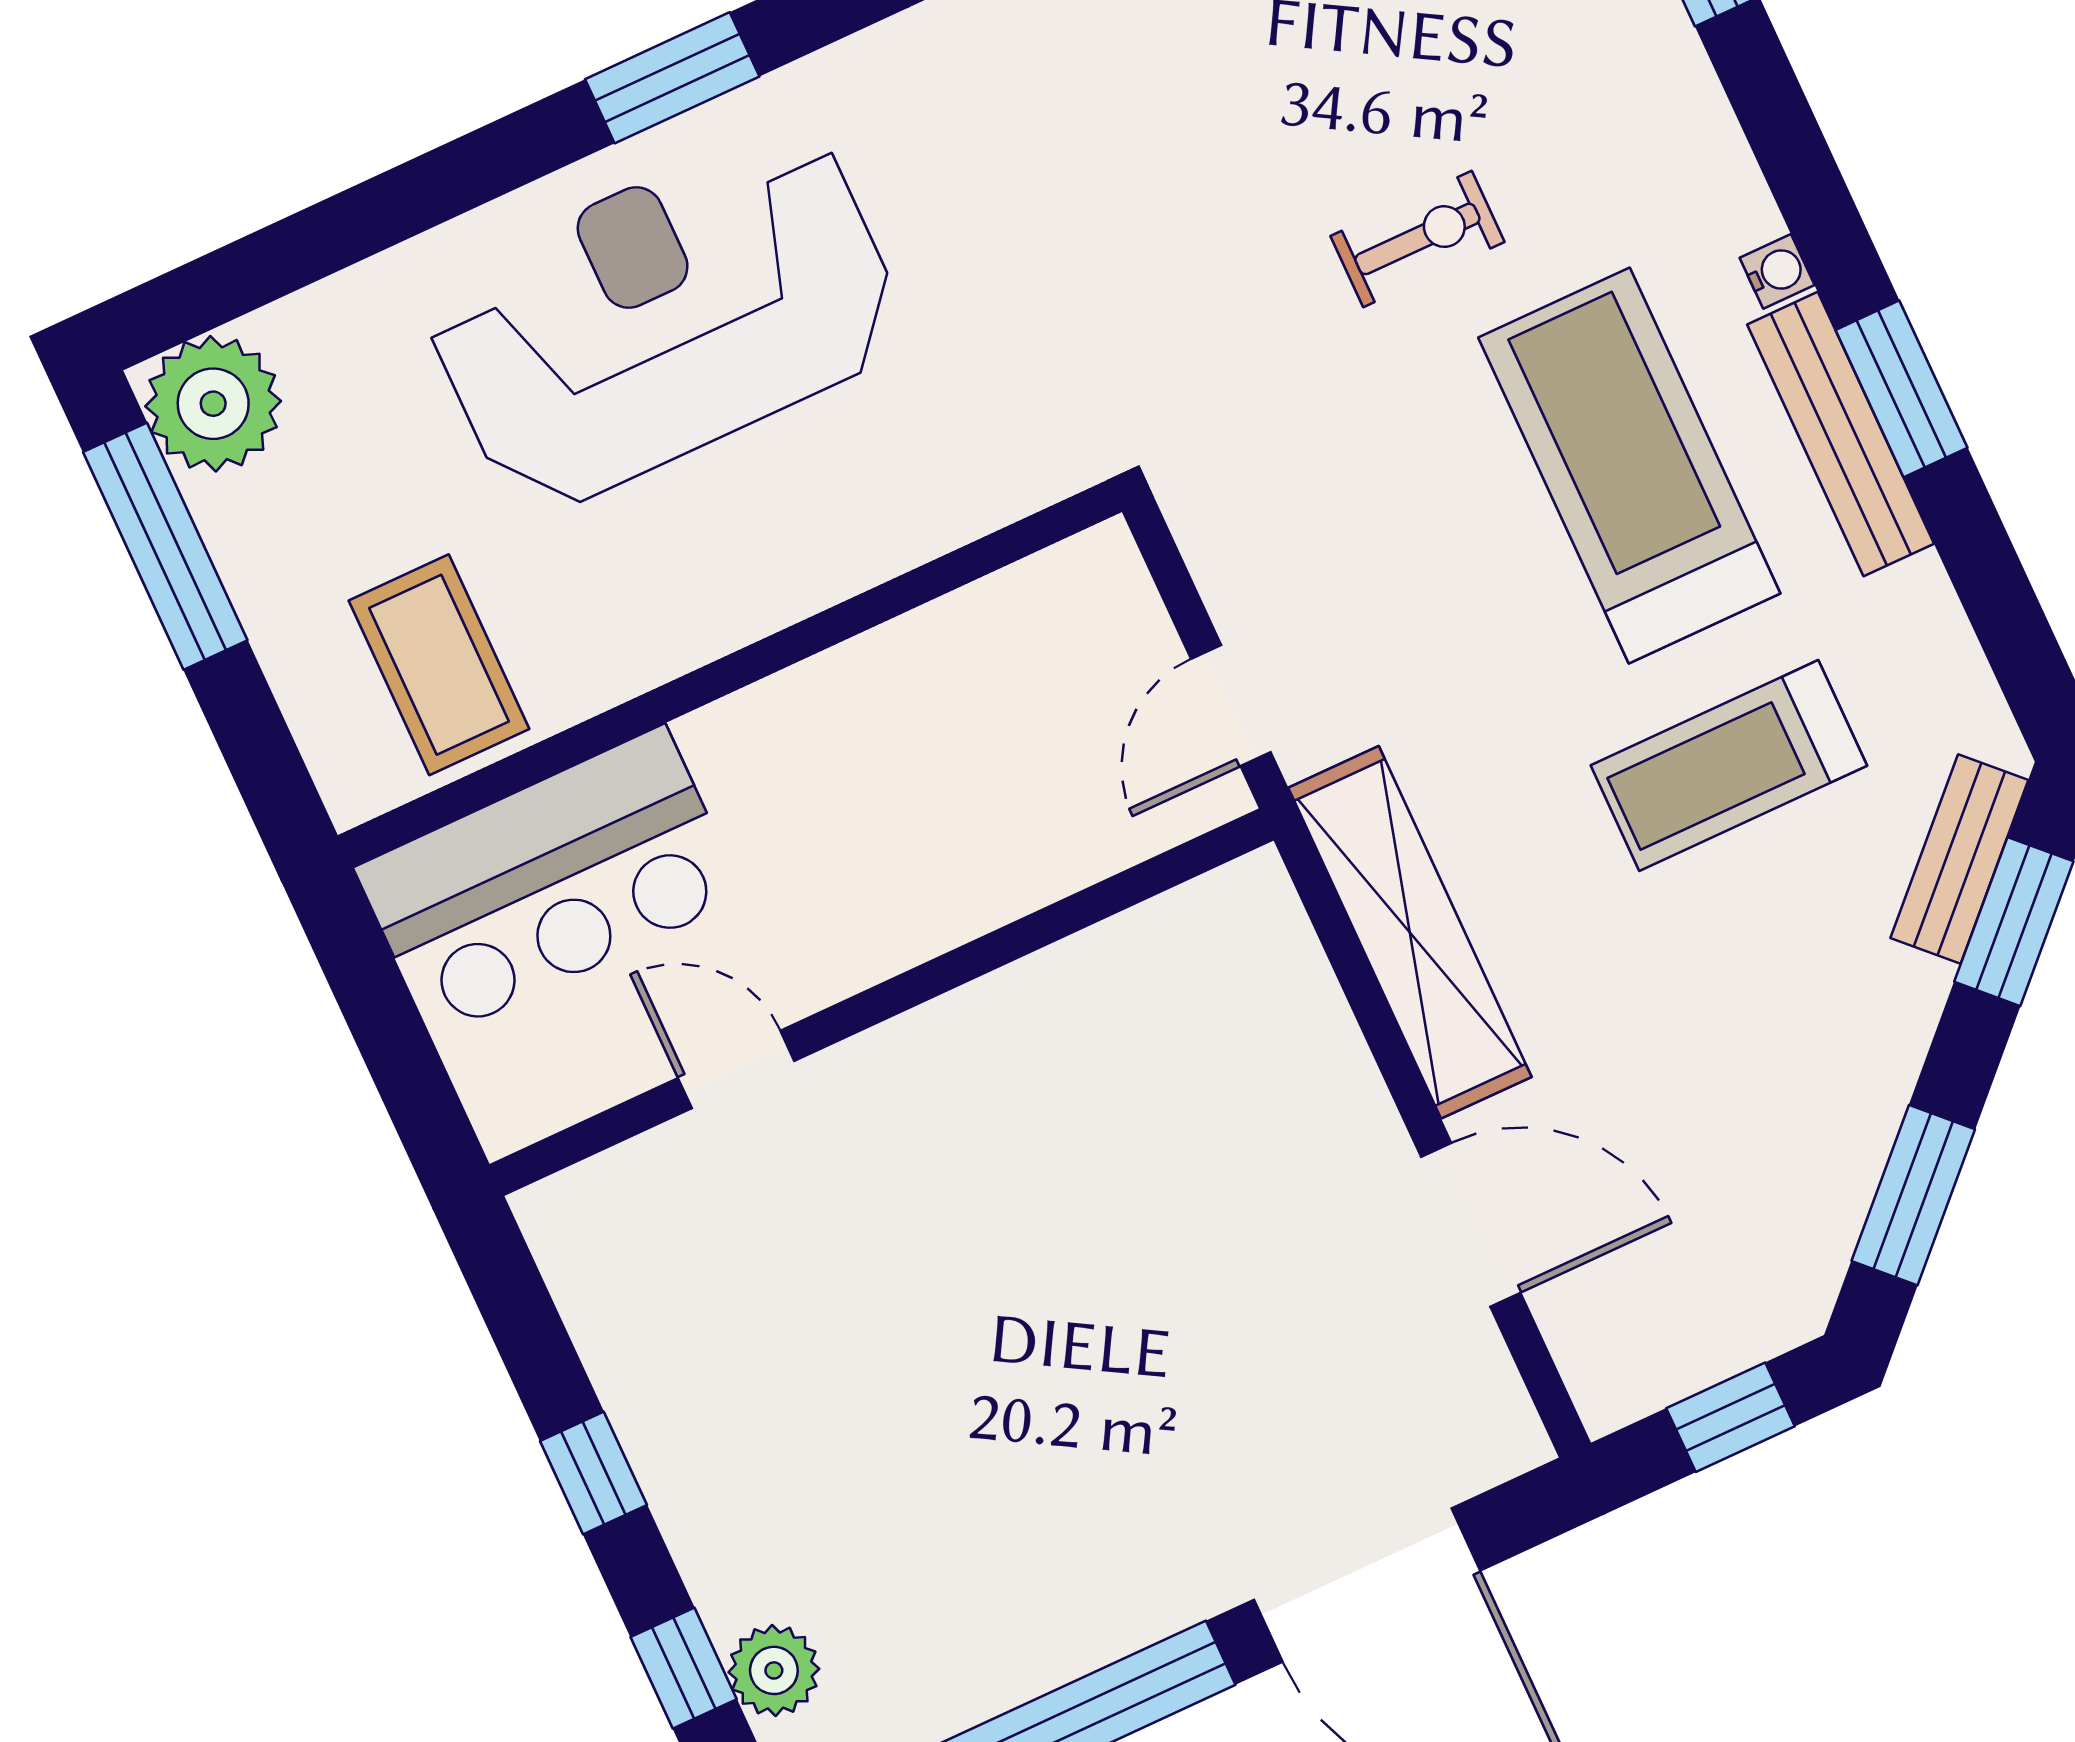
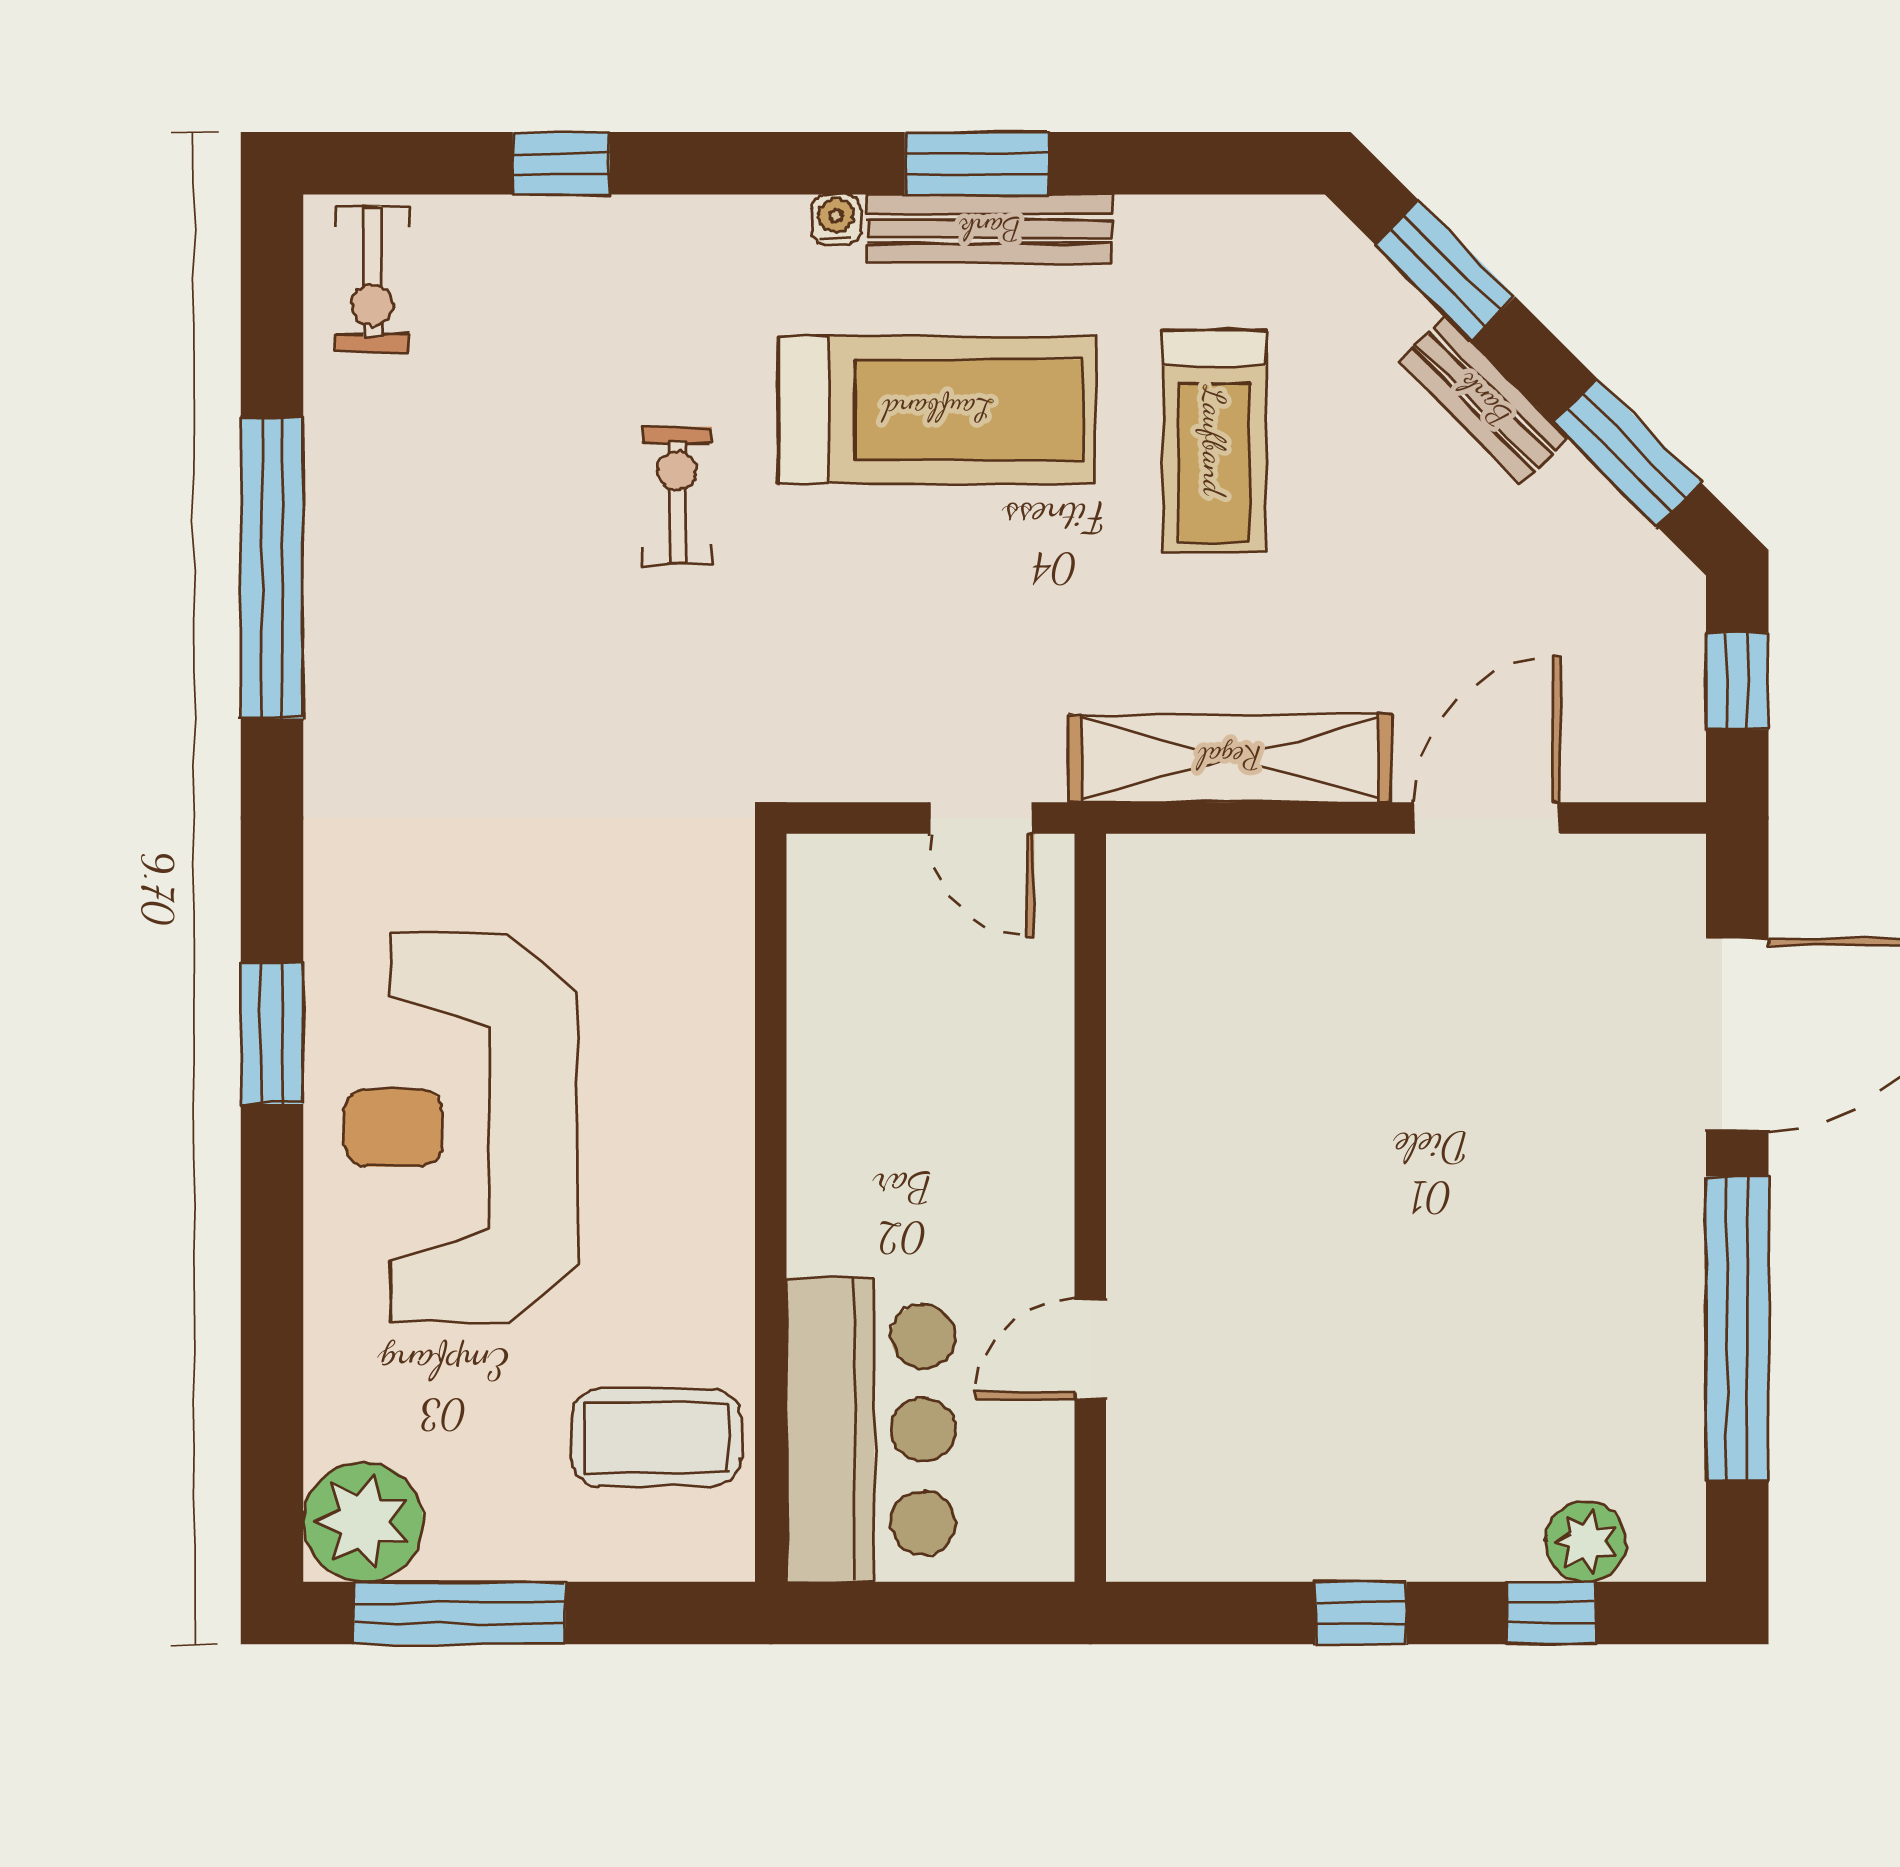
treadmill: (1629, 466) -> (937, 410), turned 180
bench: (1959, 859) -> (1483, 400), moved

